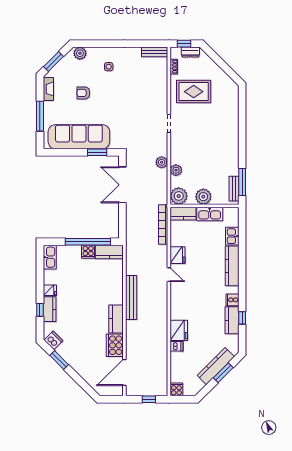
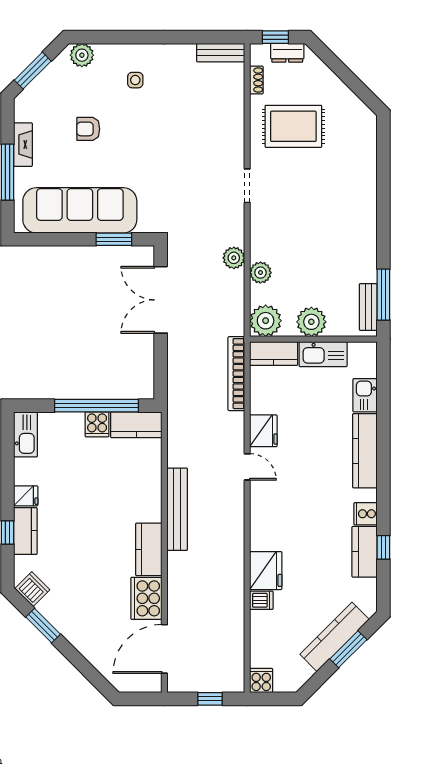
fireplace: (48, 89) -> (23, 145), moved

